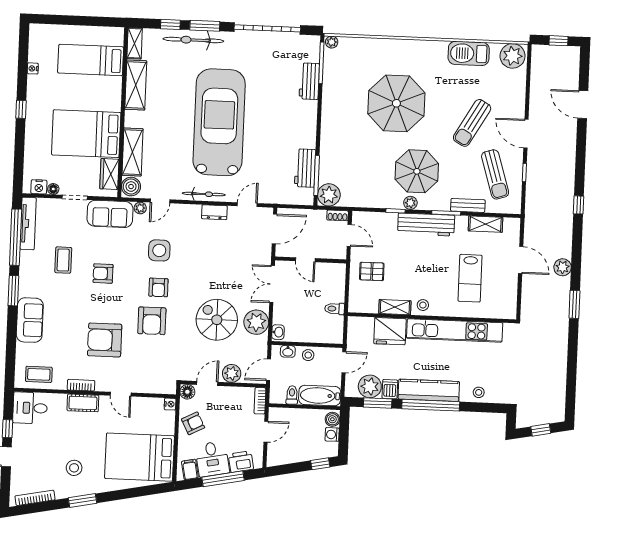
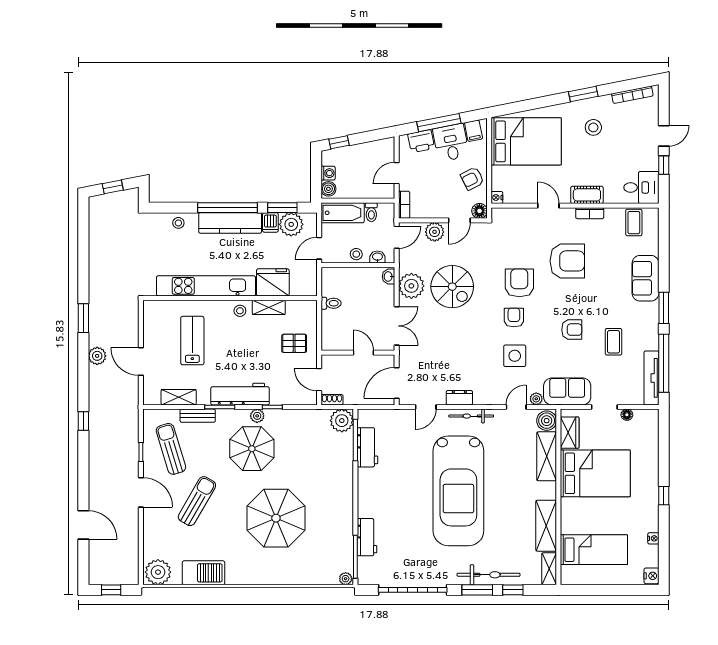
nightstand: (39, 187) -> (651, 576), moved, turned 90
coffee table: (39, 374) -> (634, 223), turned 90

